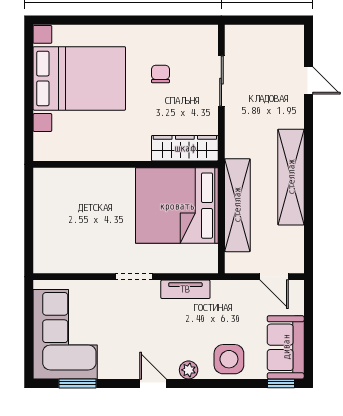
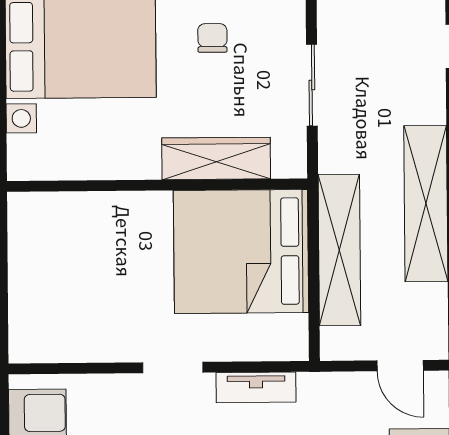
sliding door: (221, 81) -> (312, 85), moved
wardrobe: (185, 148) -> (216, 158), moved

